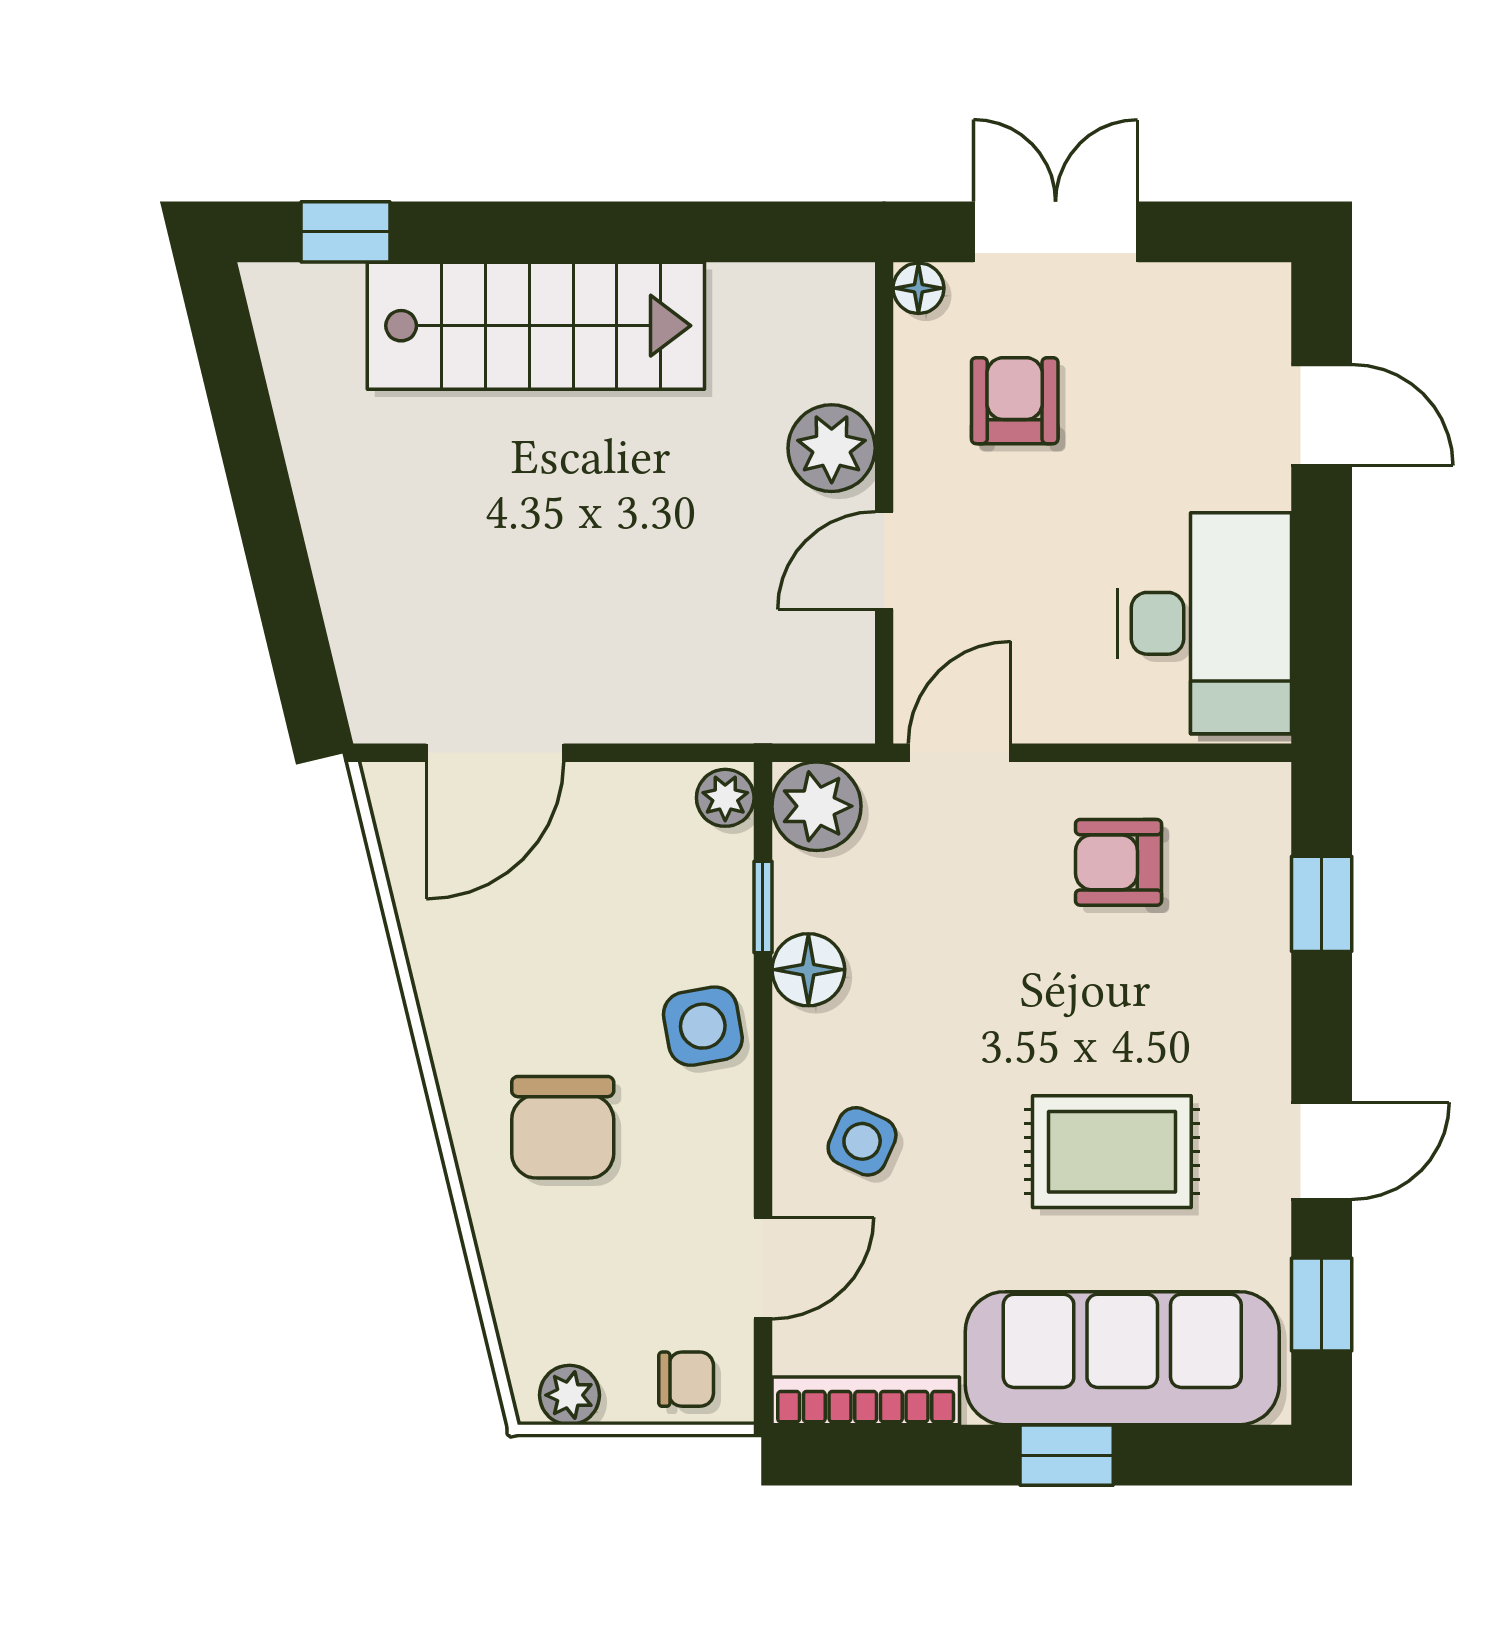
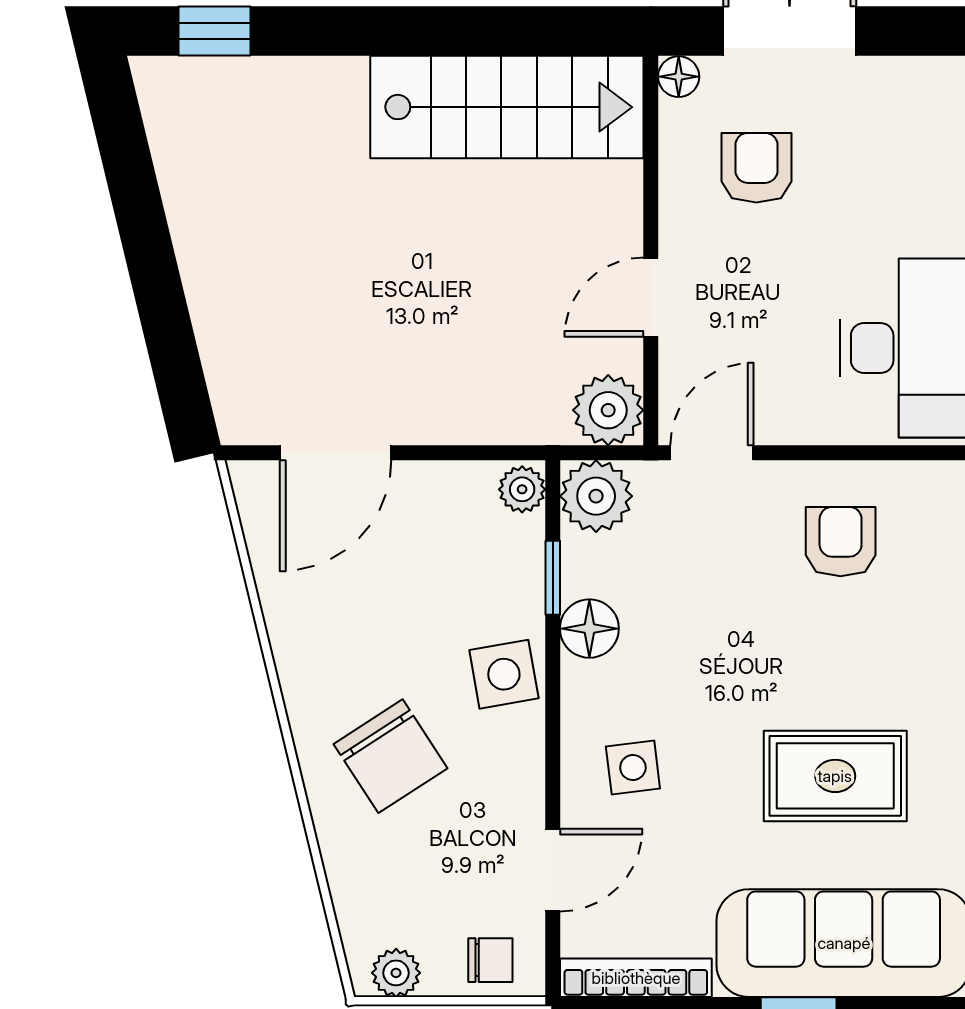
stairs: (536, 326) -> (507, 107), moved
plant: (832, 448) -> (608, 410), moved
armchair: (1119, 862) -> (841, 542), turned 90
chair: (563, 1127) -> (390, 756), turned -33
side table: (862, 1141) -> (633, 768), turned -31

